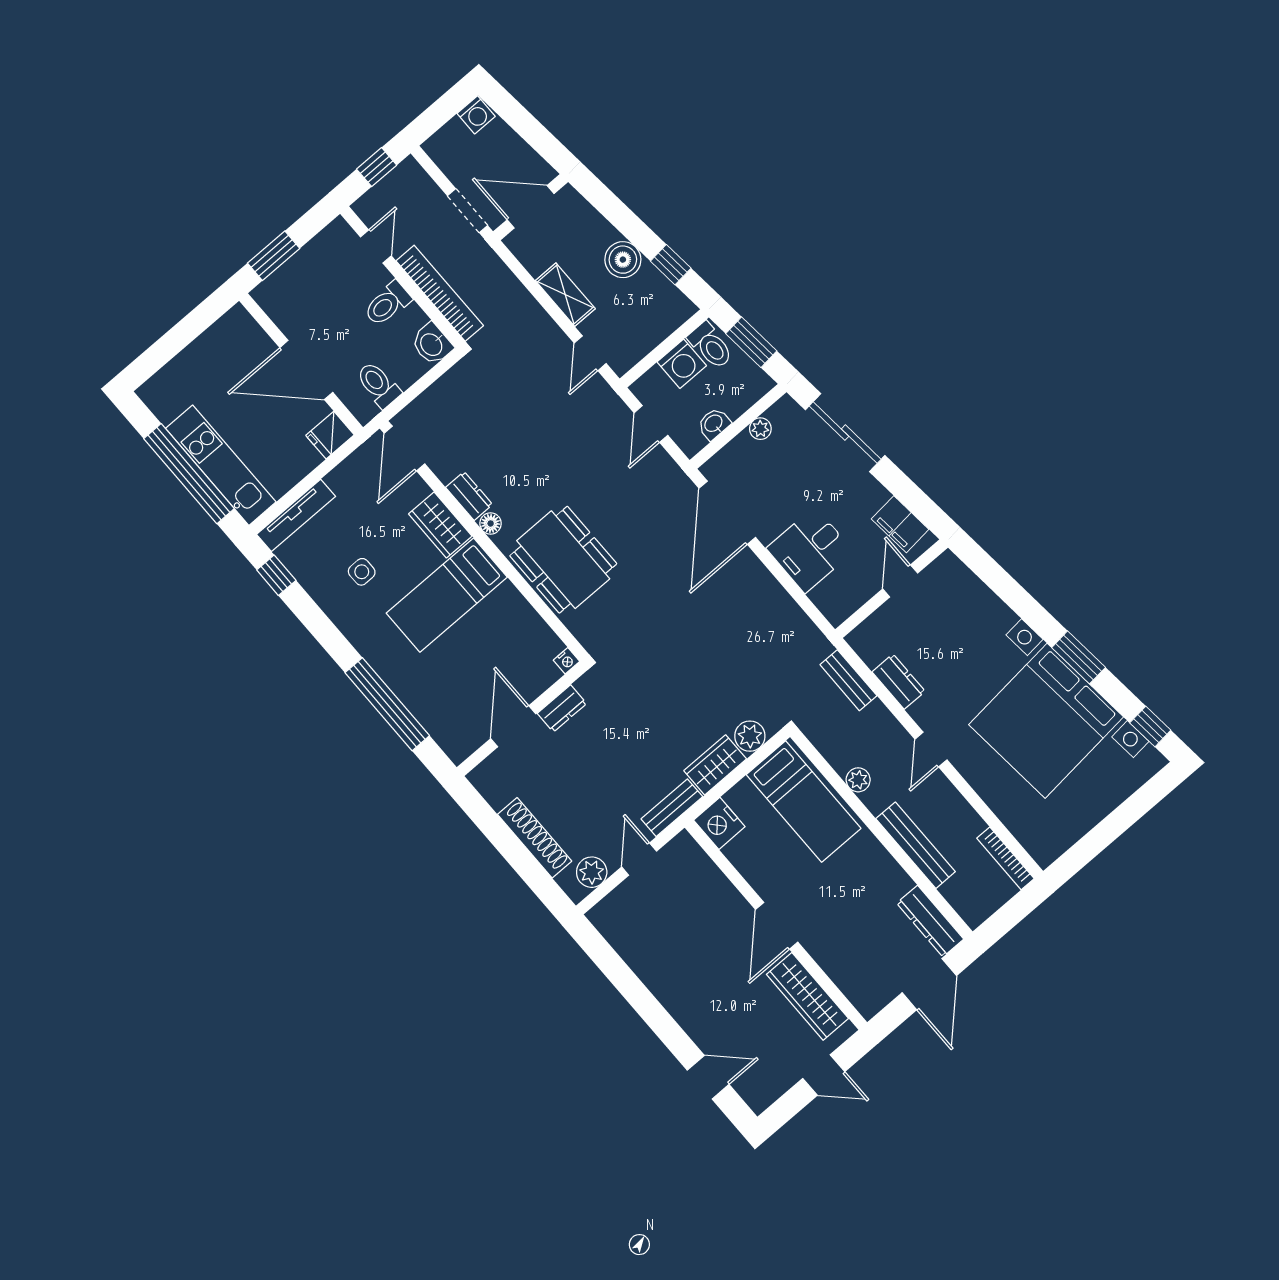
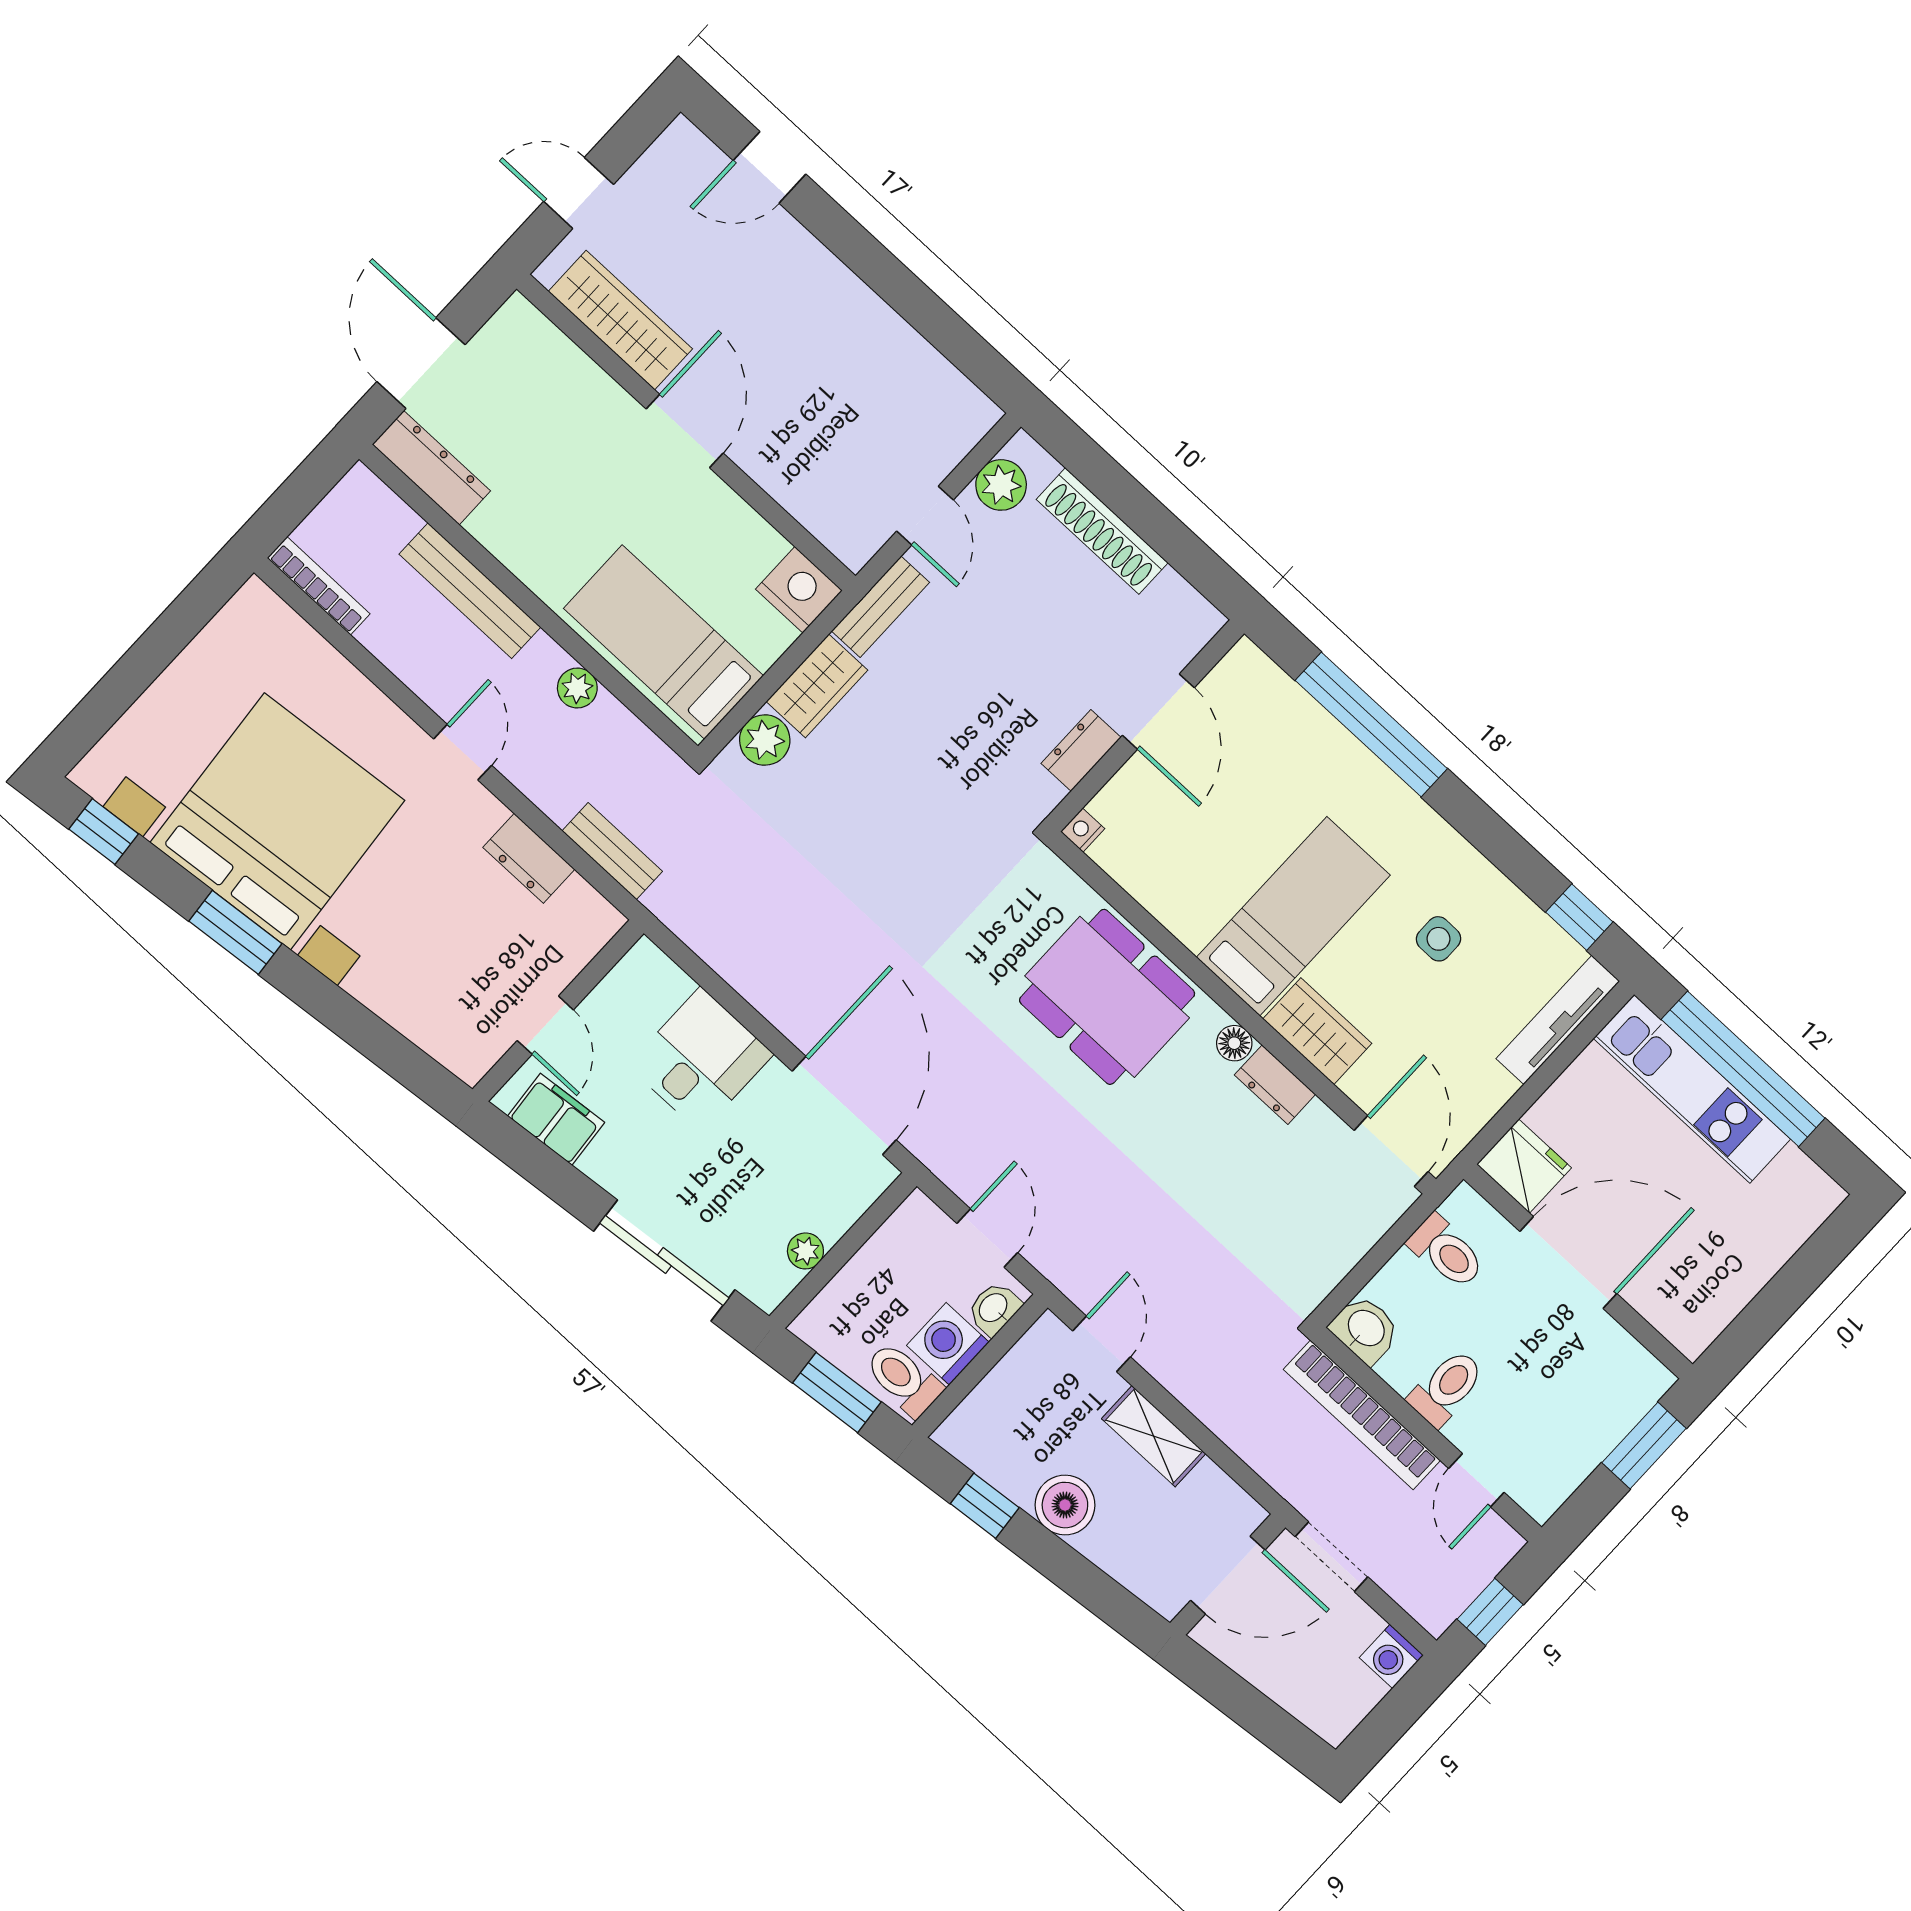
washing machine: (476, 115) -> (1391, 1656), moved, turned -90
washbasin: (714, 424) -> (994, 1308), moved, turned 180
fridge: (330, 435) -> (1524, 1166), width x1.38

